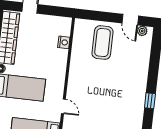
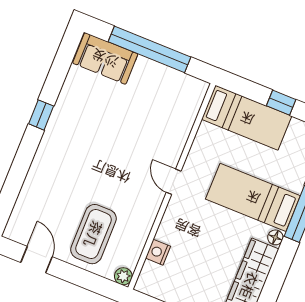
plant: (142, 31) -> (123, 276), moved
door: (63, 106) -> (174, 182), moved

